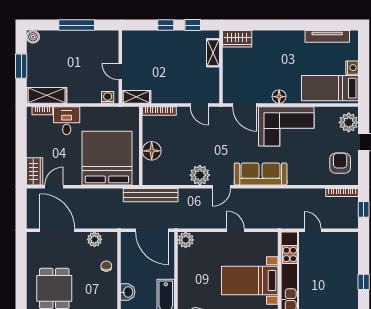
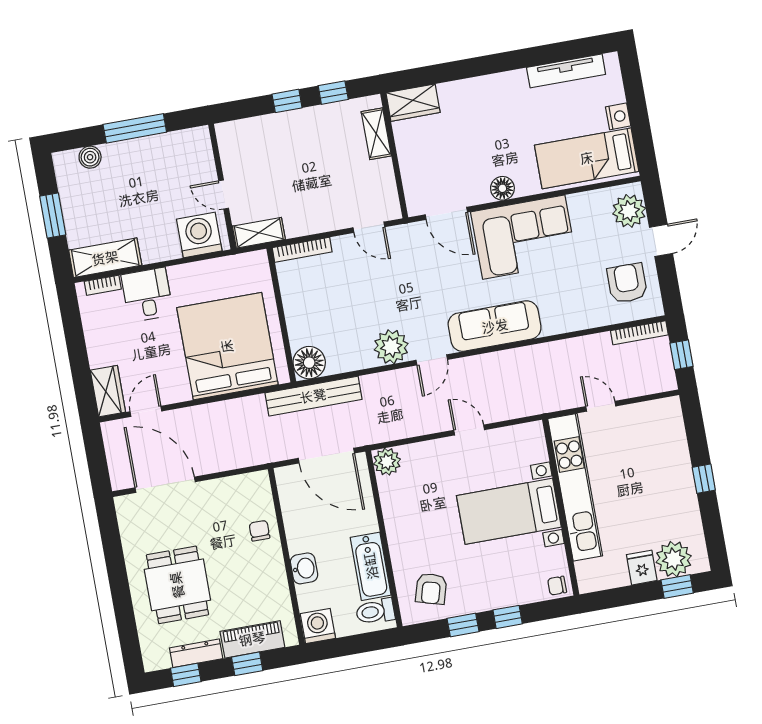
boiler: (33, 37) -> (90, 157), moved
washing machine: (108, 97) -> (199, 235), width x1.89, depth x1.89
floor lamp: (152, 151) -> (309, 363), moved
plant: (94, 239) -> (231, 489), removed

